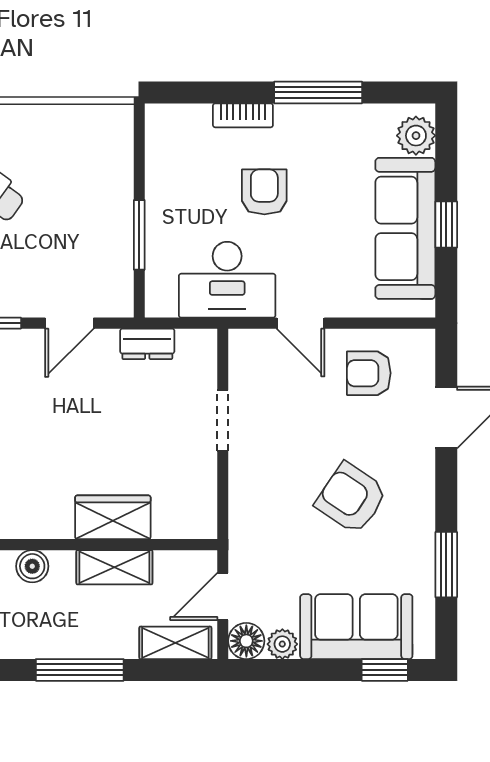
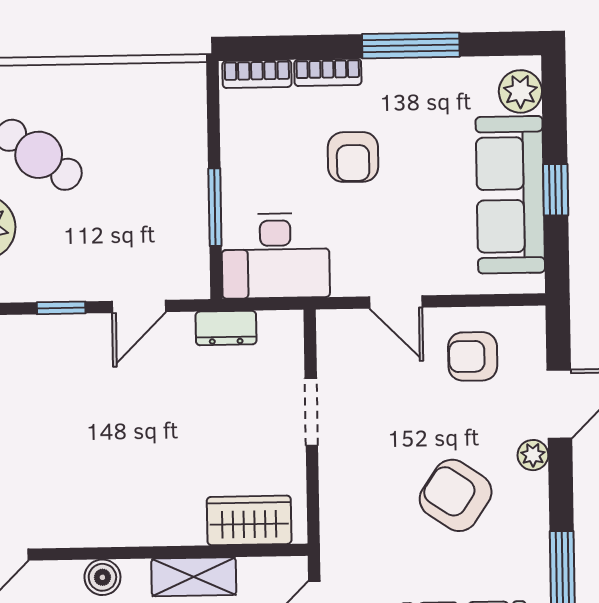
bookcase: (179, 116) -> (257, 74), added
armchair: (264, 192) -> (353, 157), turned 180
desk: (227, 280) -> (275, 256), moved
plant: (422, 463) -> (533, 455), added
wardrobe: (113, 517) -> (249, 520), moved

